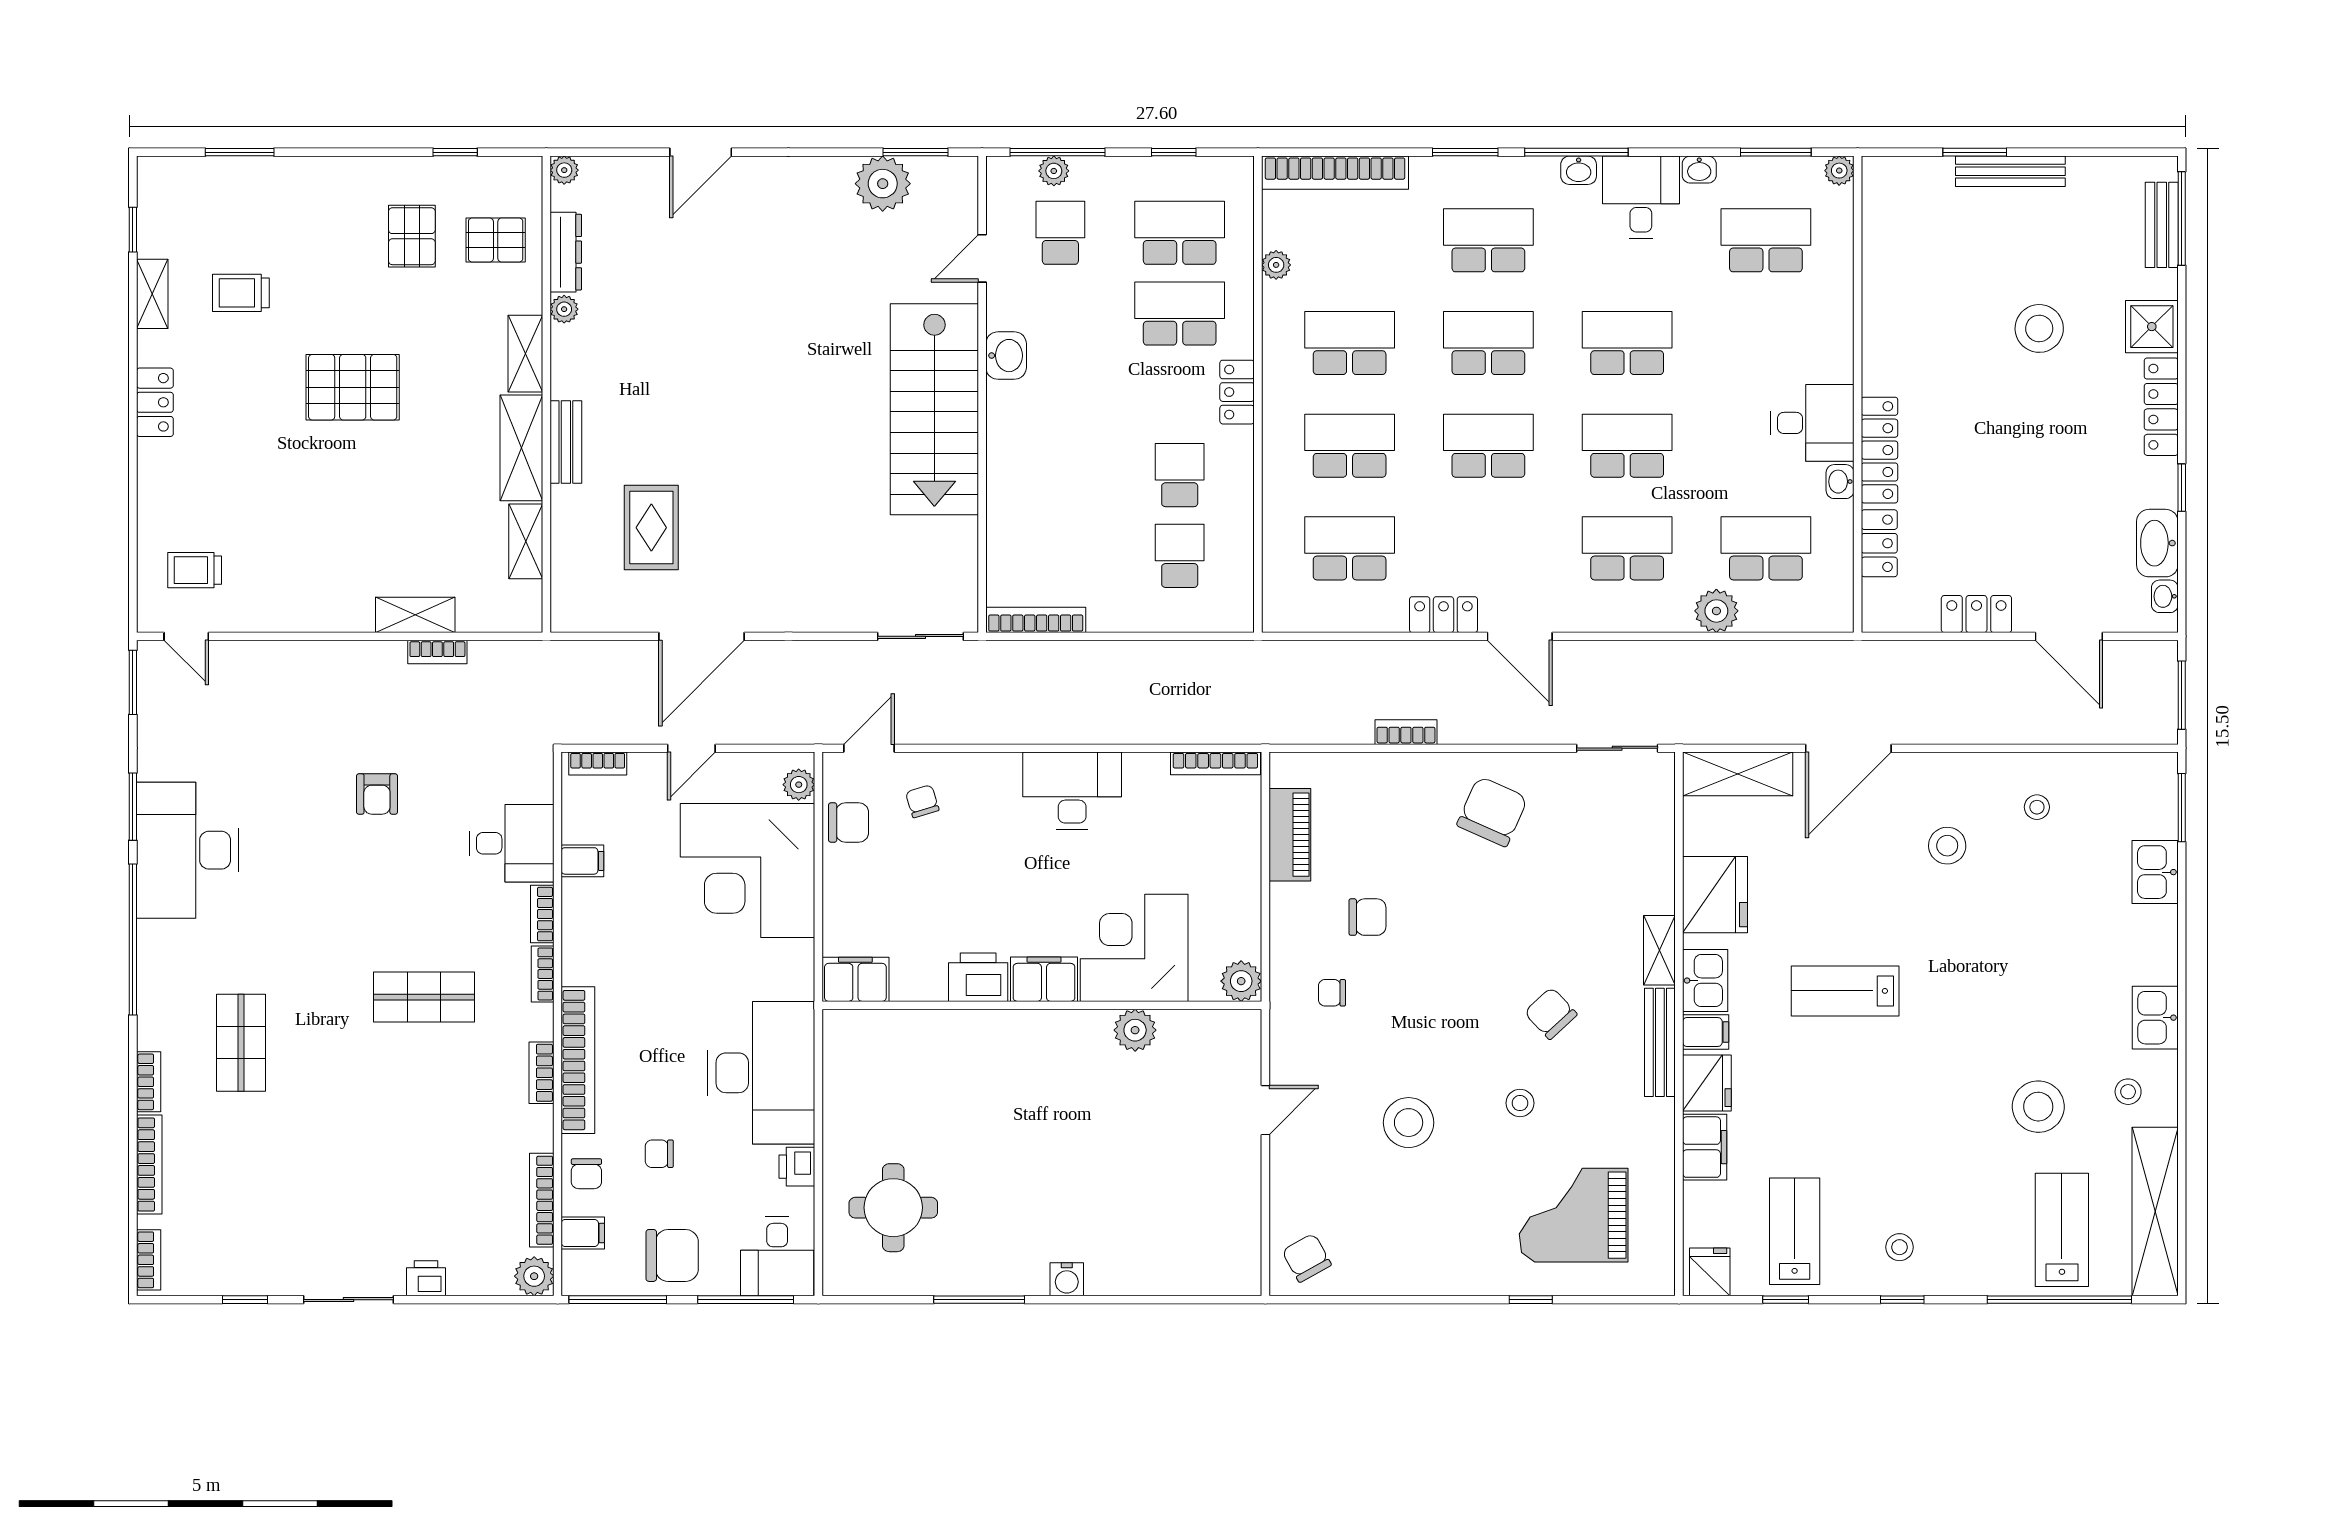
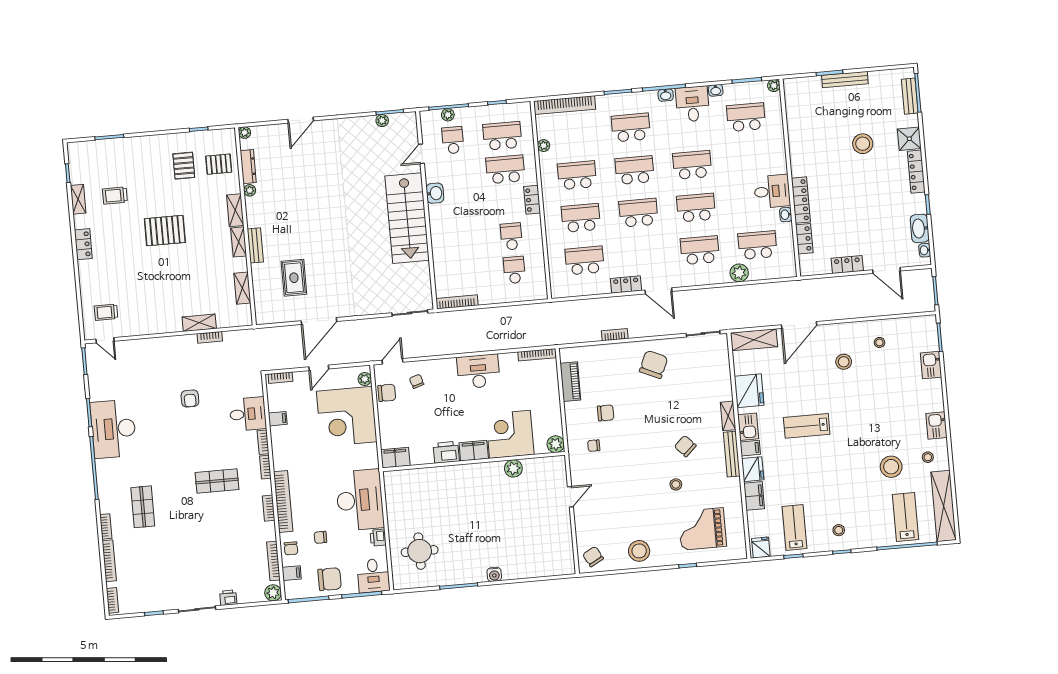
plant: (883, 184) -> (382, 121), width x0.53, depth x0.53
shelving: (521, 448) -> (239, 242), width x0.67, depth x0.75
stool: (1409, 1123) -> (639, 551), moved

